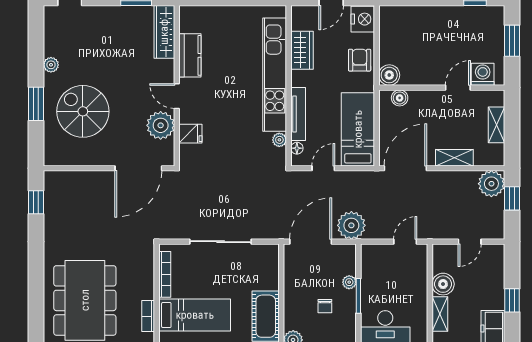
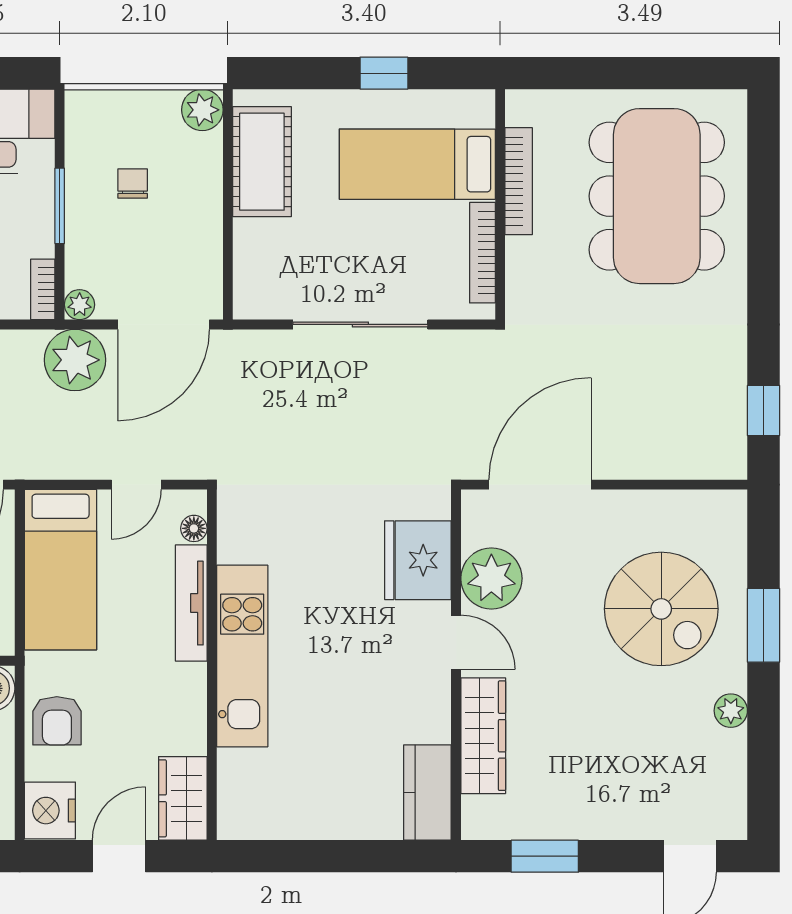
wardrobe: (164, 32) -> (483, 736), moved
wardrobe: (302, 50) -> (183, 798), moved
kitchen counter: (190, 55) -> (427, 793), moved
kitchen unit: (275, 75) -> (242, 656), width x0.73
fridge: (190, 134) -> (418, 560), width x1.88, depth x1.34
plant: (279, 140) -> (232, 547), removed
bookcase: (366, 258) -> (43, 289), added
plant: (349, 282) -> (80, 305), moved
bookcase: (148, 316) -> (519, 181), width x1.56

